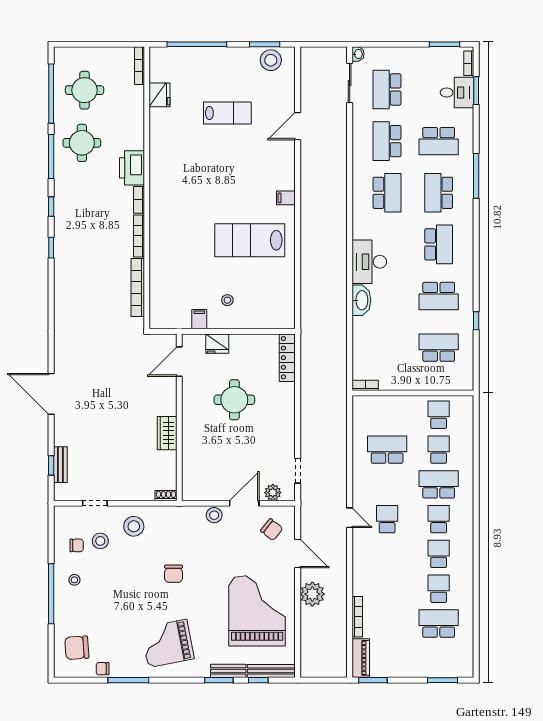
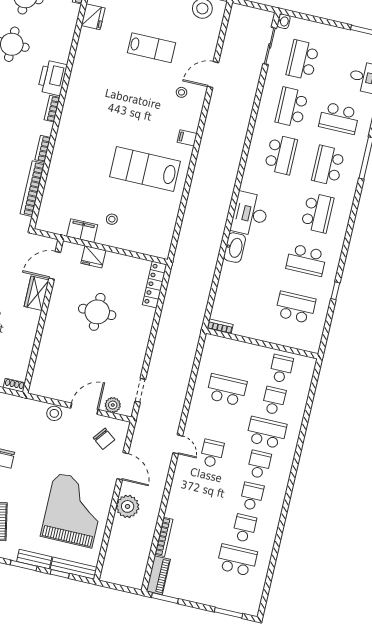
stool: (269, 152) -> (181, 92), added
bookcase: (139, 236) -> (43, 149), width x0.64
filing cabinet: (199, 319) -> (82, 231), width x2.00
wardrobe: (167, 433) -> (37, 293), moved

